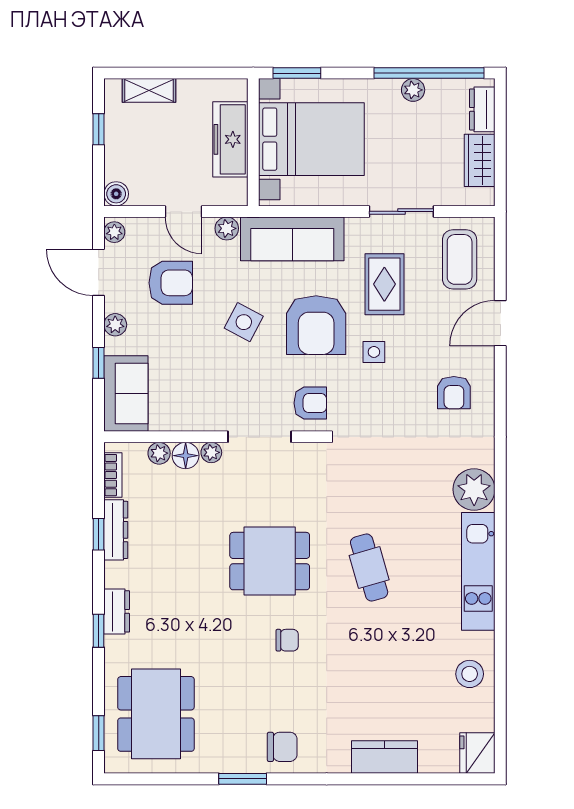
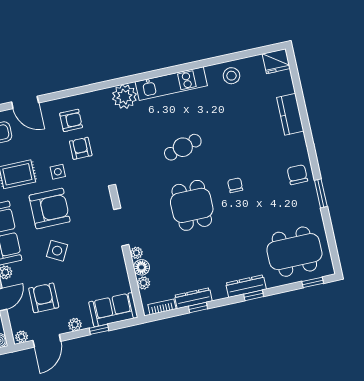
armchair: (310, 403) -> (81, 148), moved
dresser: (117, 611) -> (246, 286), width x1.44

